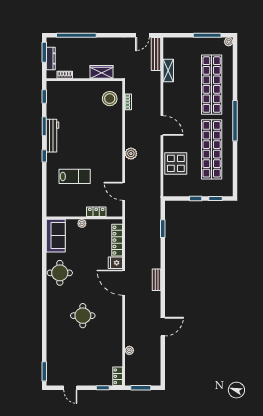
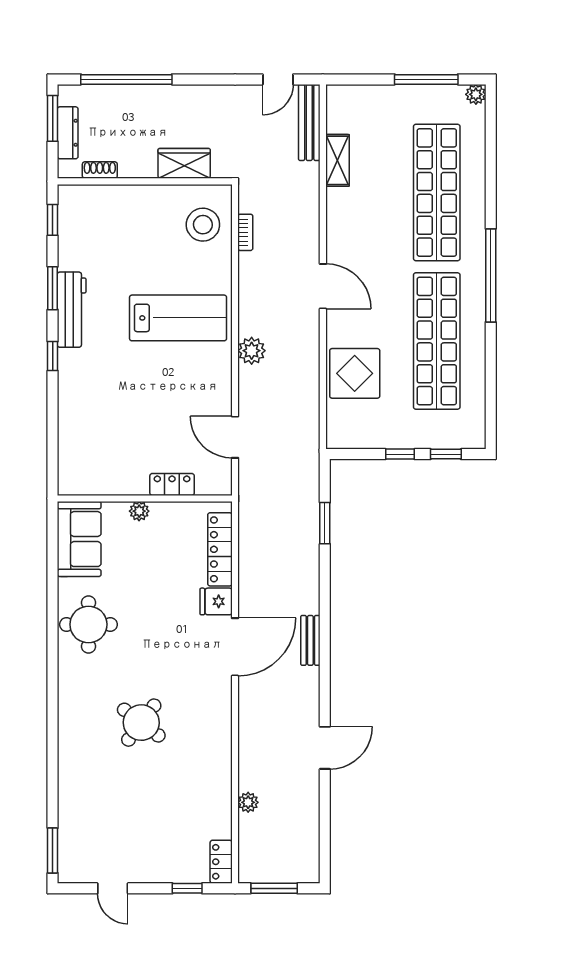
lab bench: (75, 176) -> (178, 318), moved, width x1.36, depth x1.39
door: (124, 283) -> (235, 647), swing flipped
round table: (83, 316) -> (141, 723), turned 37

